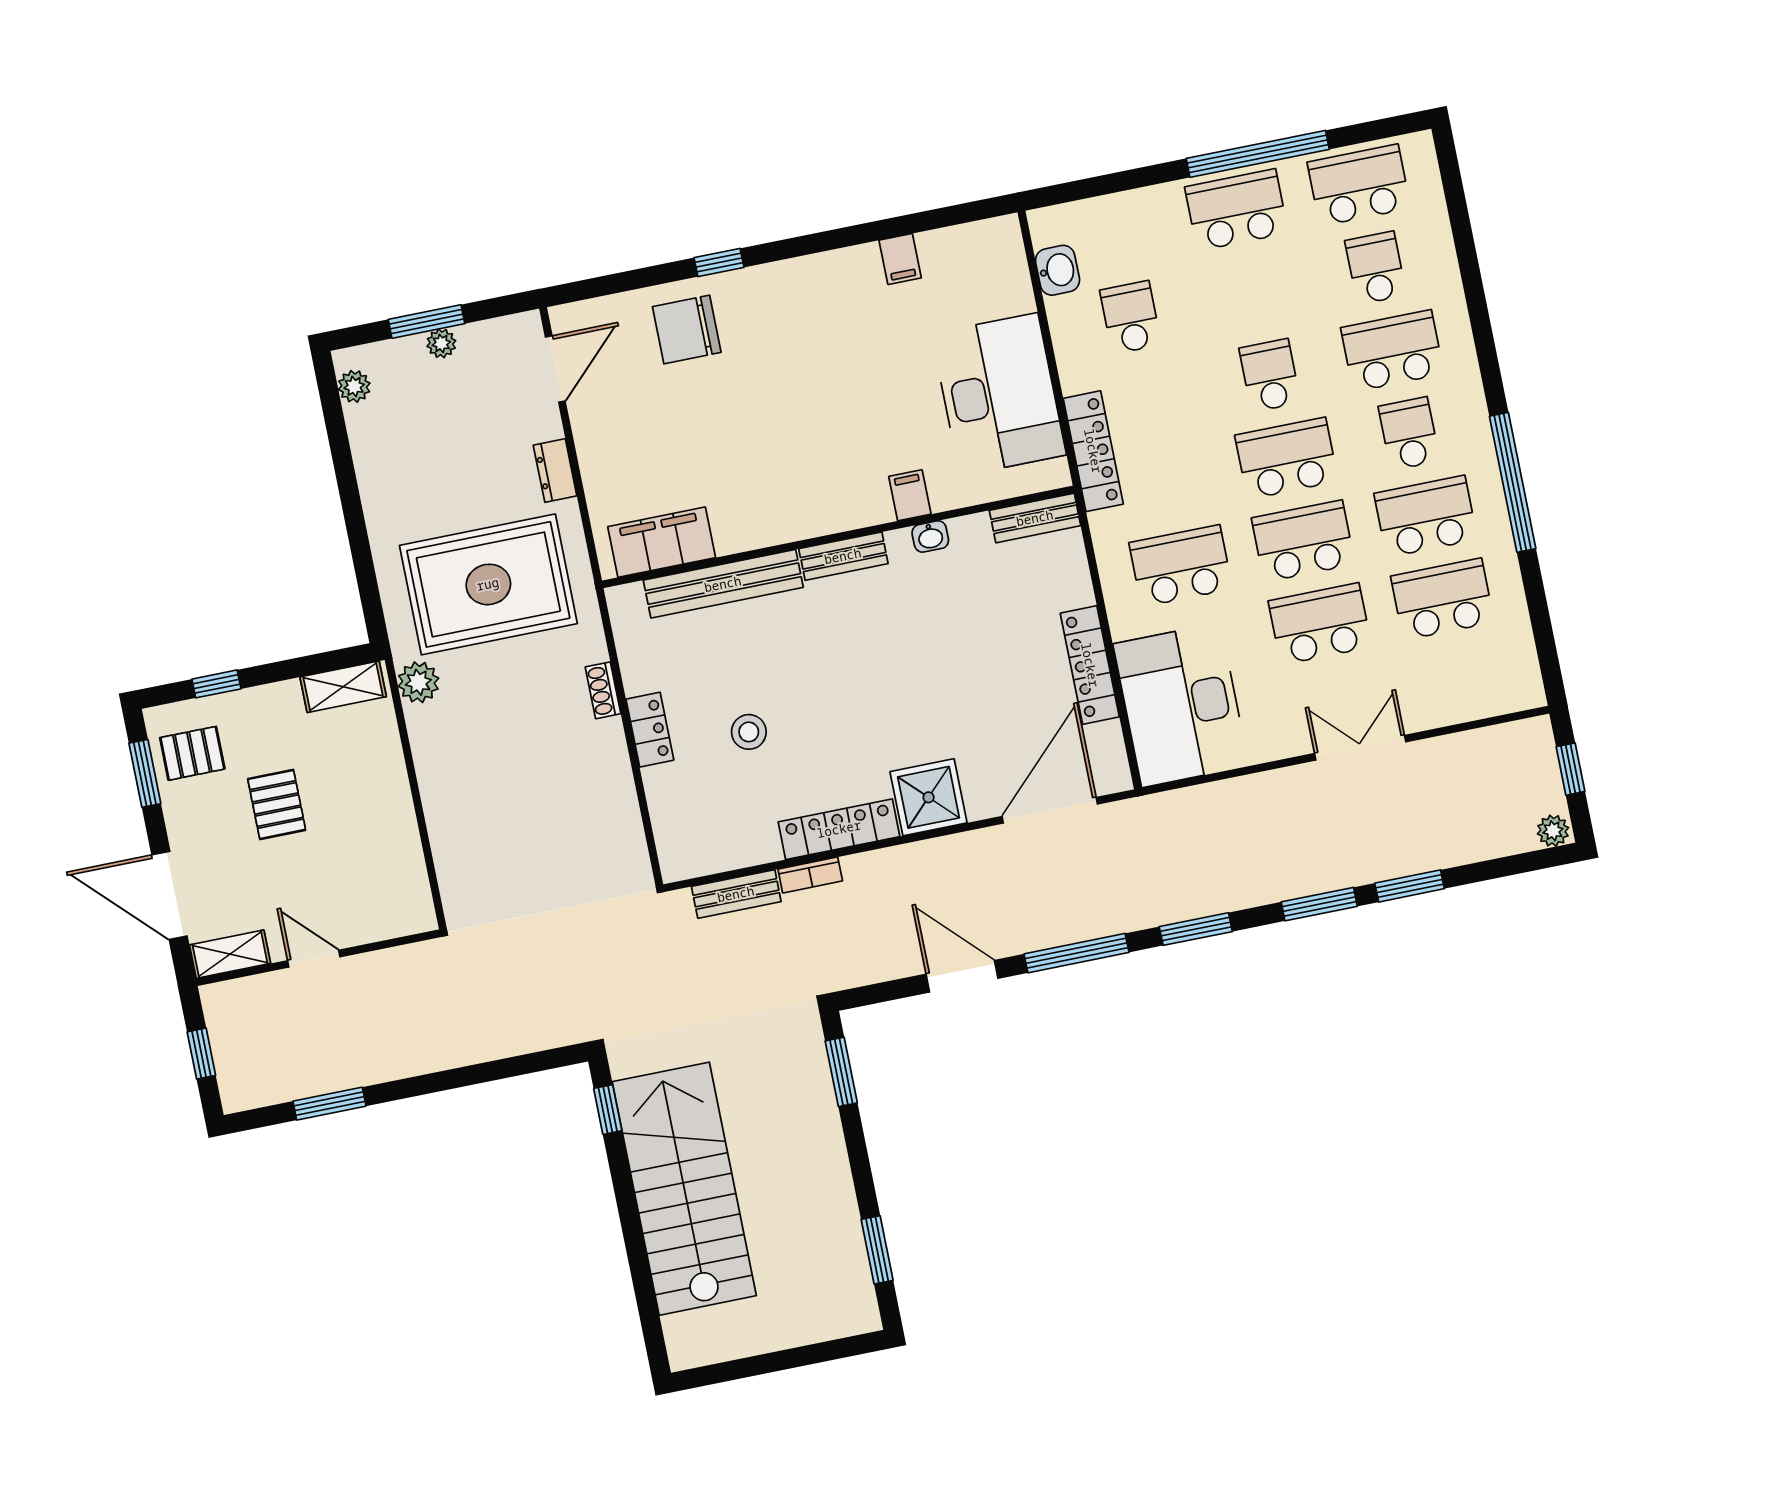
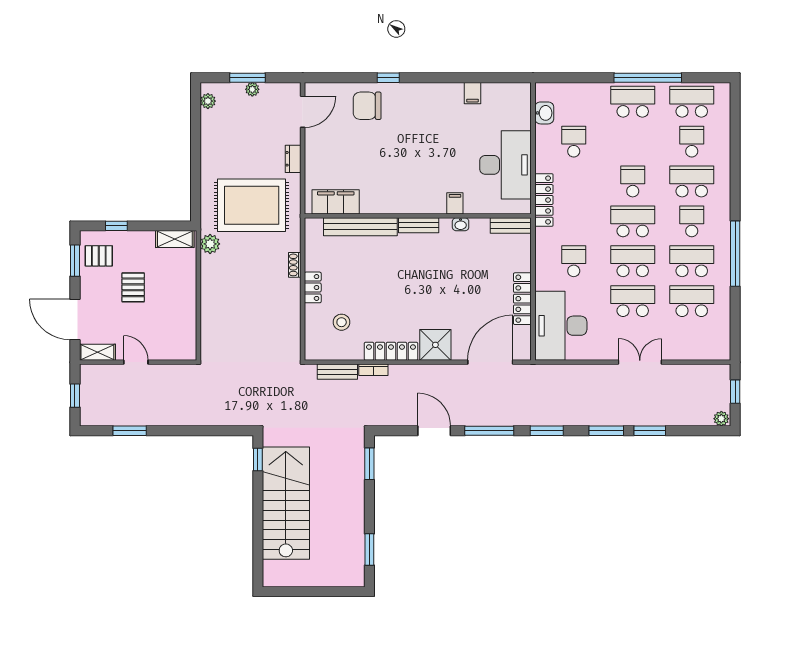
school desk: (1181, 566) -> (574, 261), width x0.54
stool: (749, 732) -> (342, 322), moved

